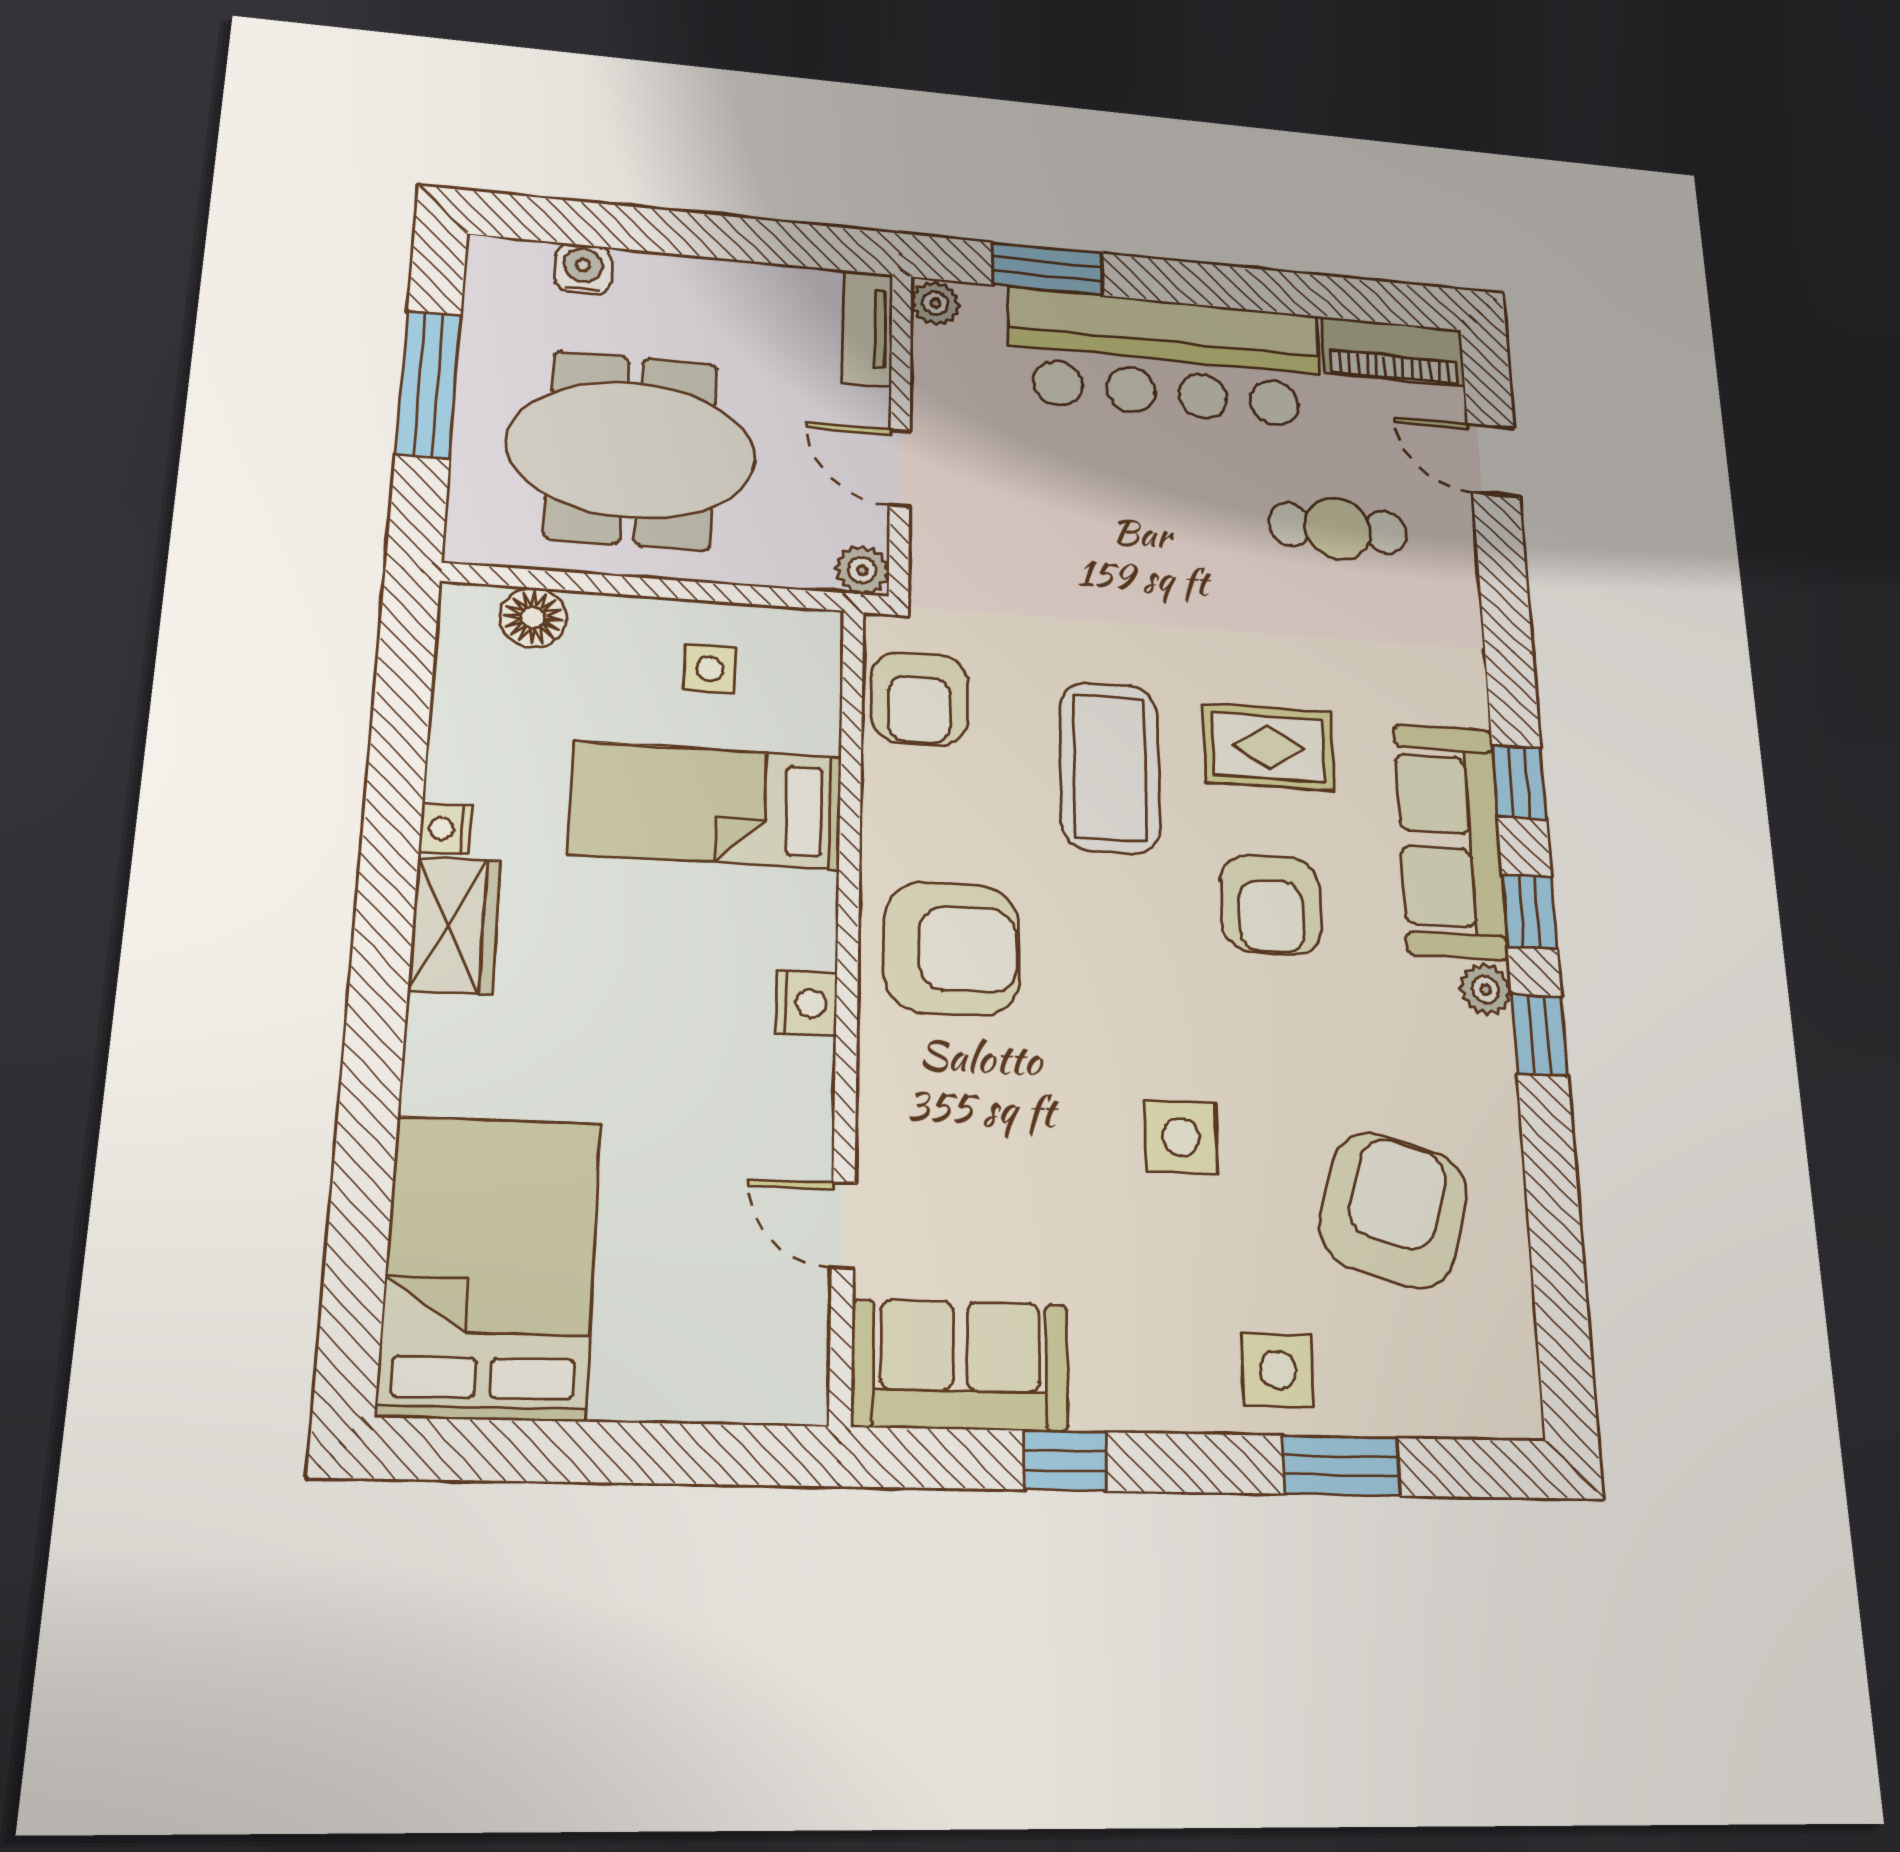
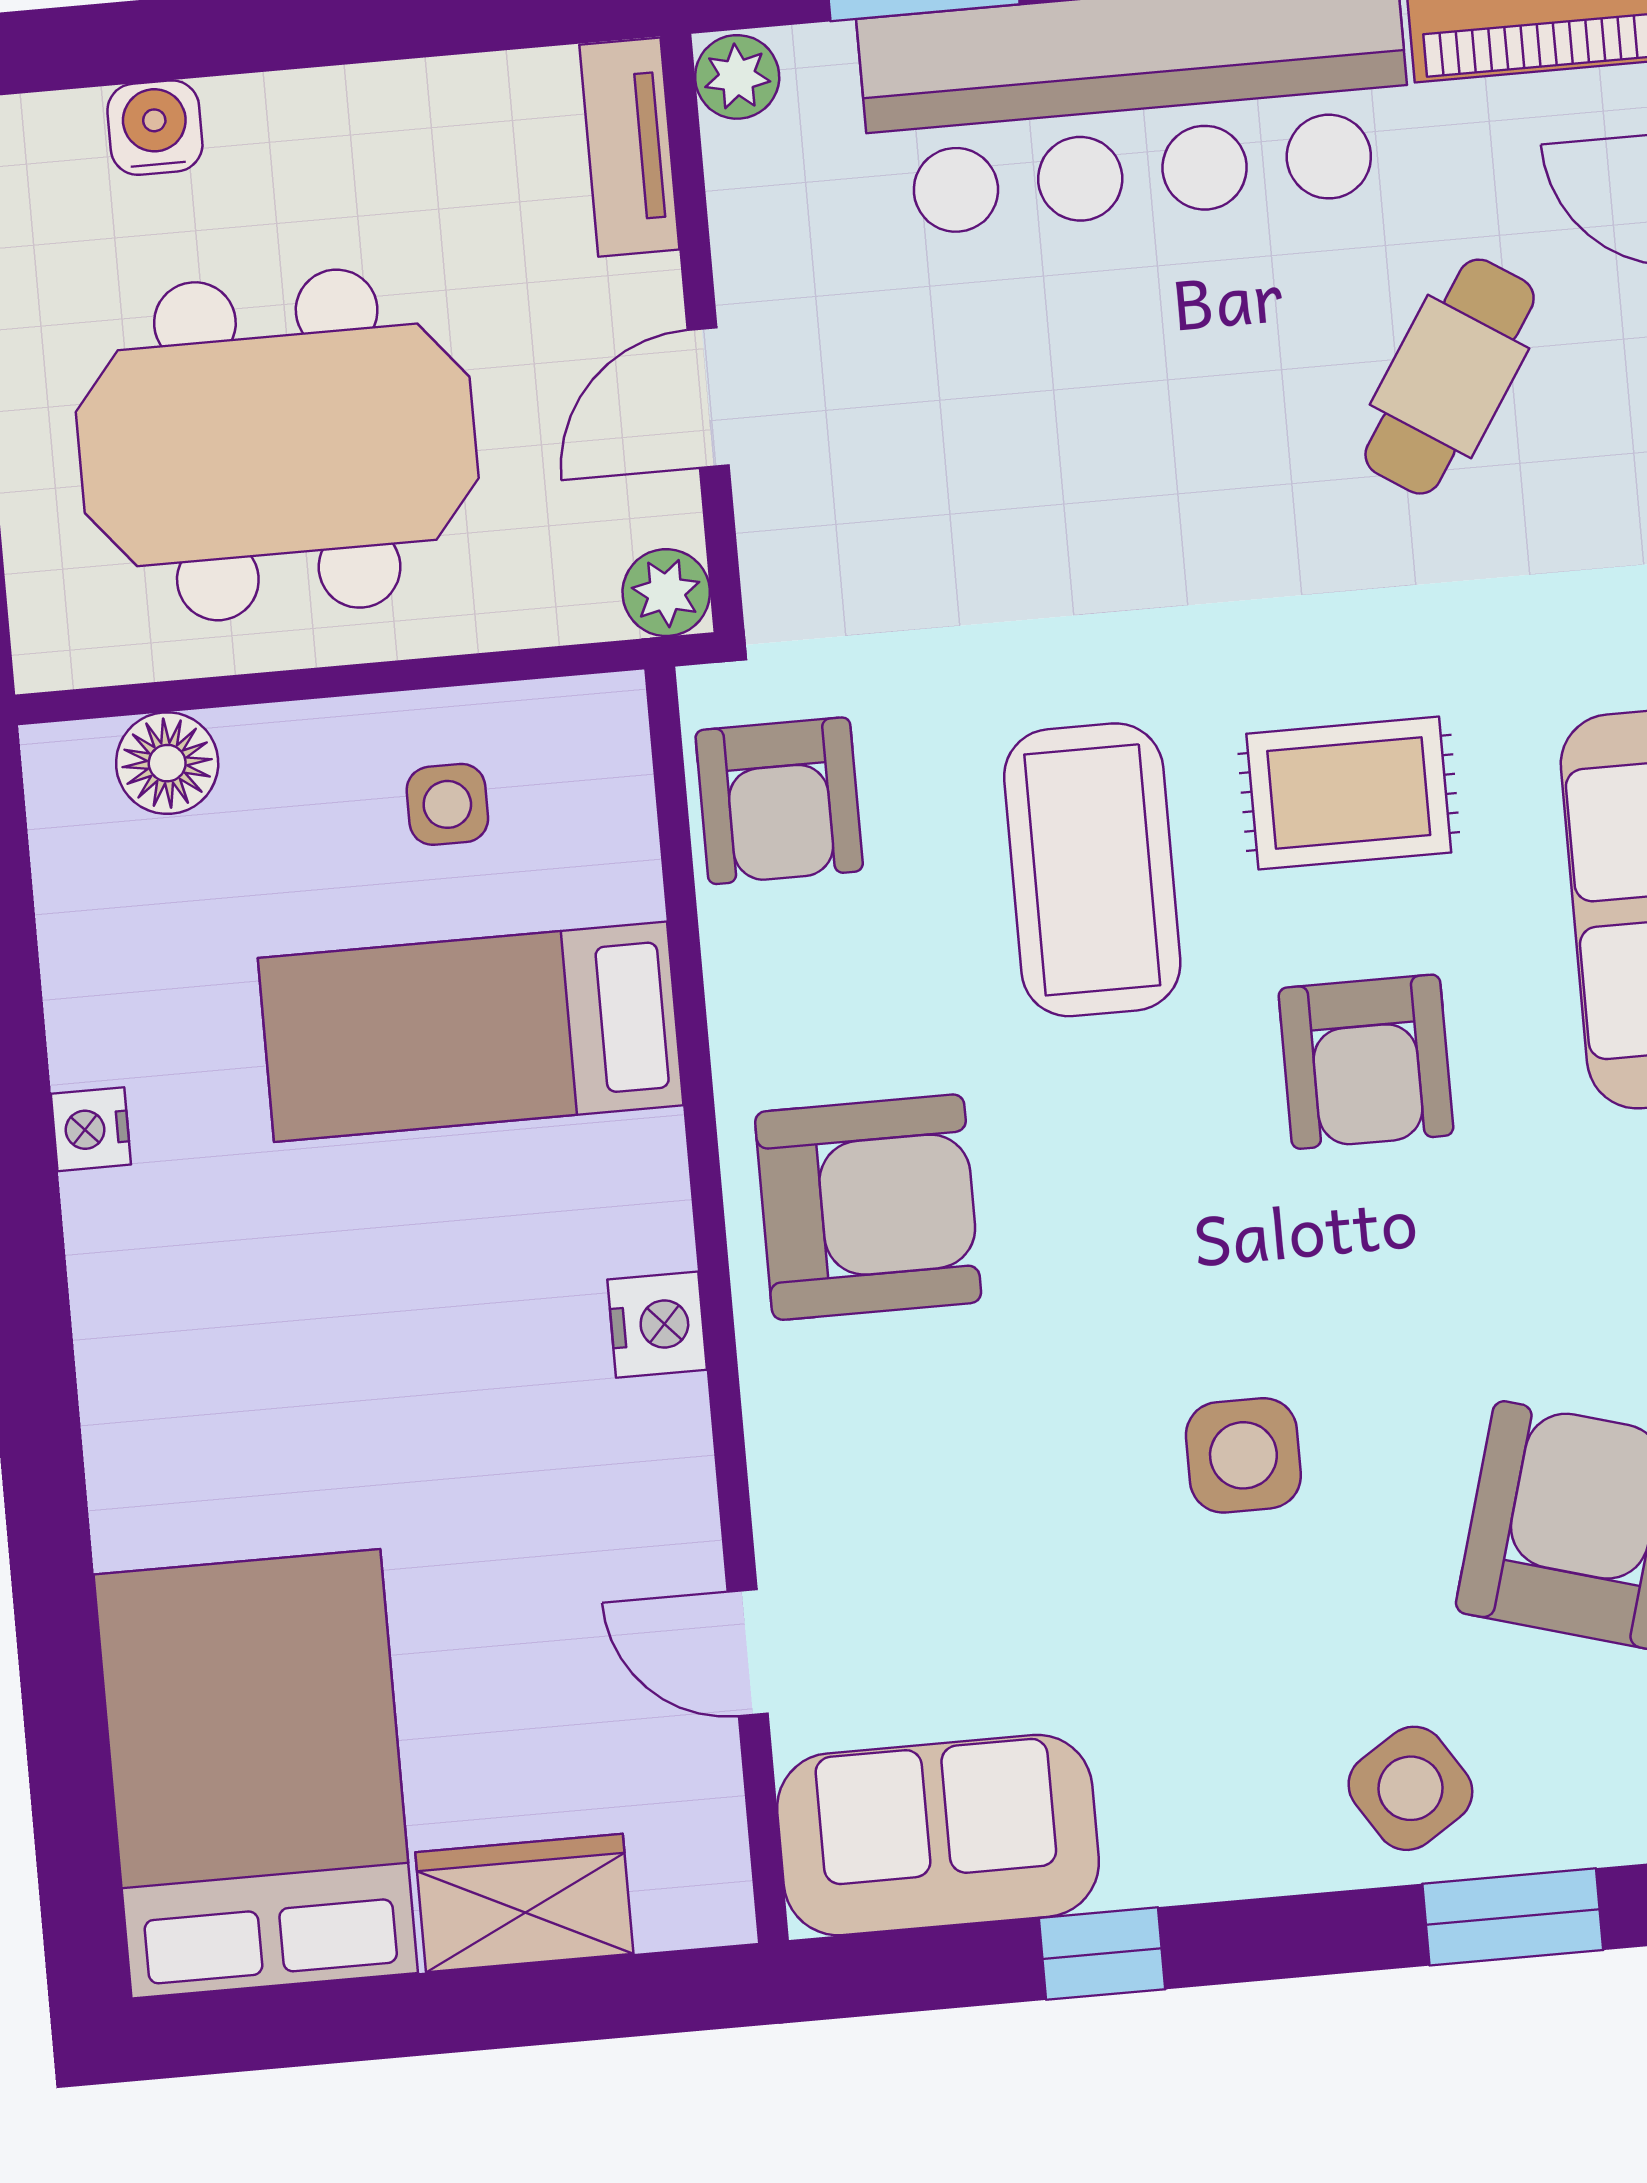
door: (900, 468) -> (708, 398), hinge flipped
cafe table: (1338, 528) -> (1450, 377), turned -57
wardrobe: (455, 925) -> (524, 1903), moved, turned -90
side table: (1278, 1370) -> (1410, 1788), turned -33

